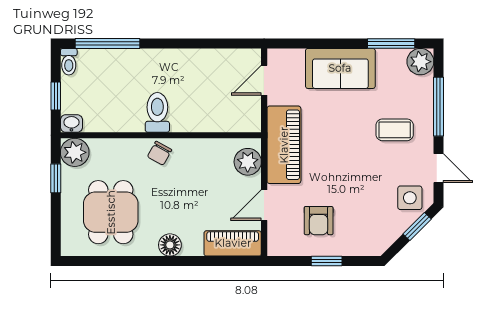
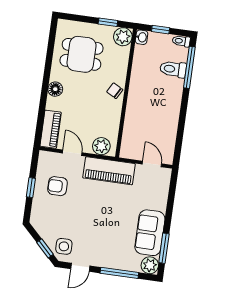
sofa: (340, 68) -> (150, 233), moved
toilet: (157, 112) -> (173, 69), moved, turned 180
coffee table: (395, 130) -> (109, 243), removed

